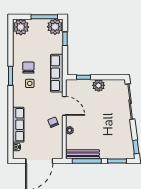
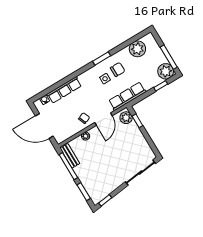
plant: (21, 27) -> (137, 49), moved
plant: (99, 85) -> (126, 118), moved
bench: (83, 154) -> (70, 156), width x0.73

